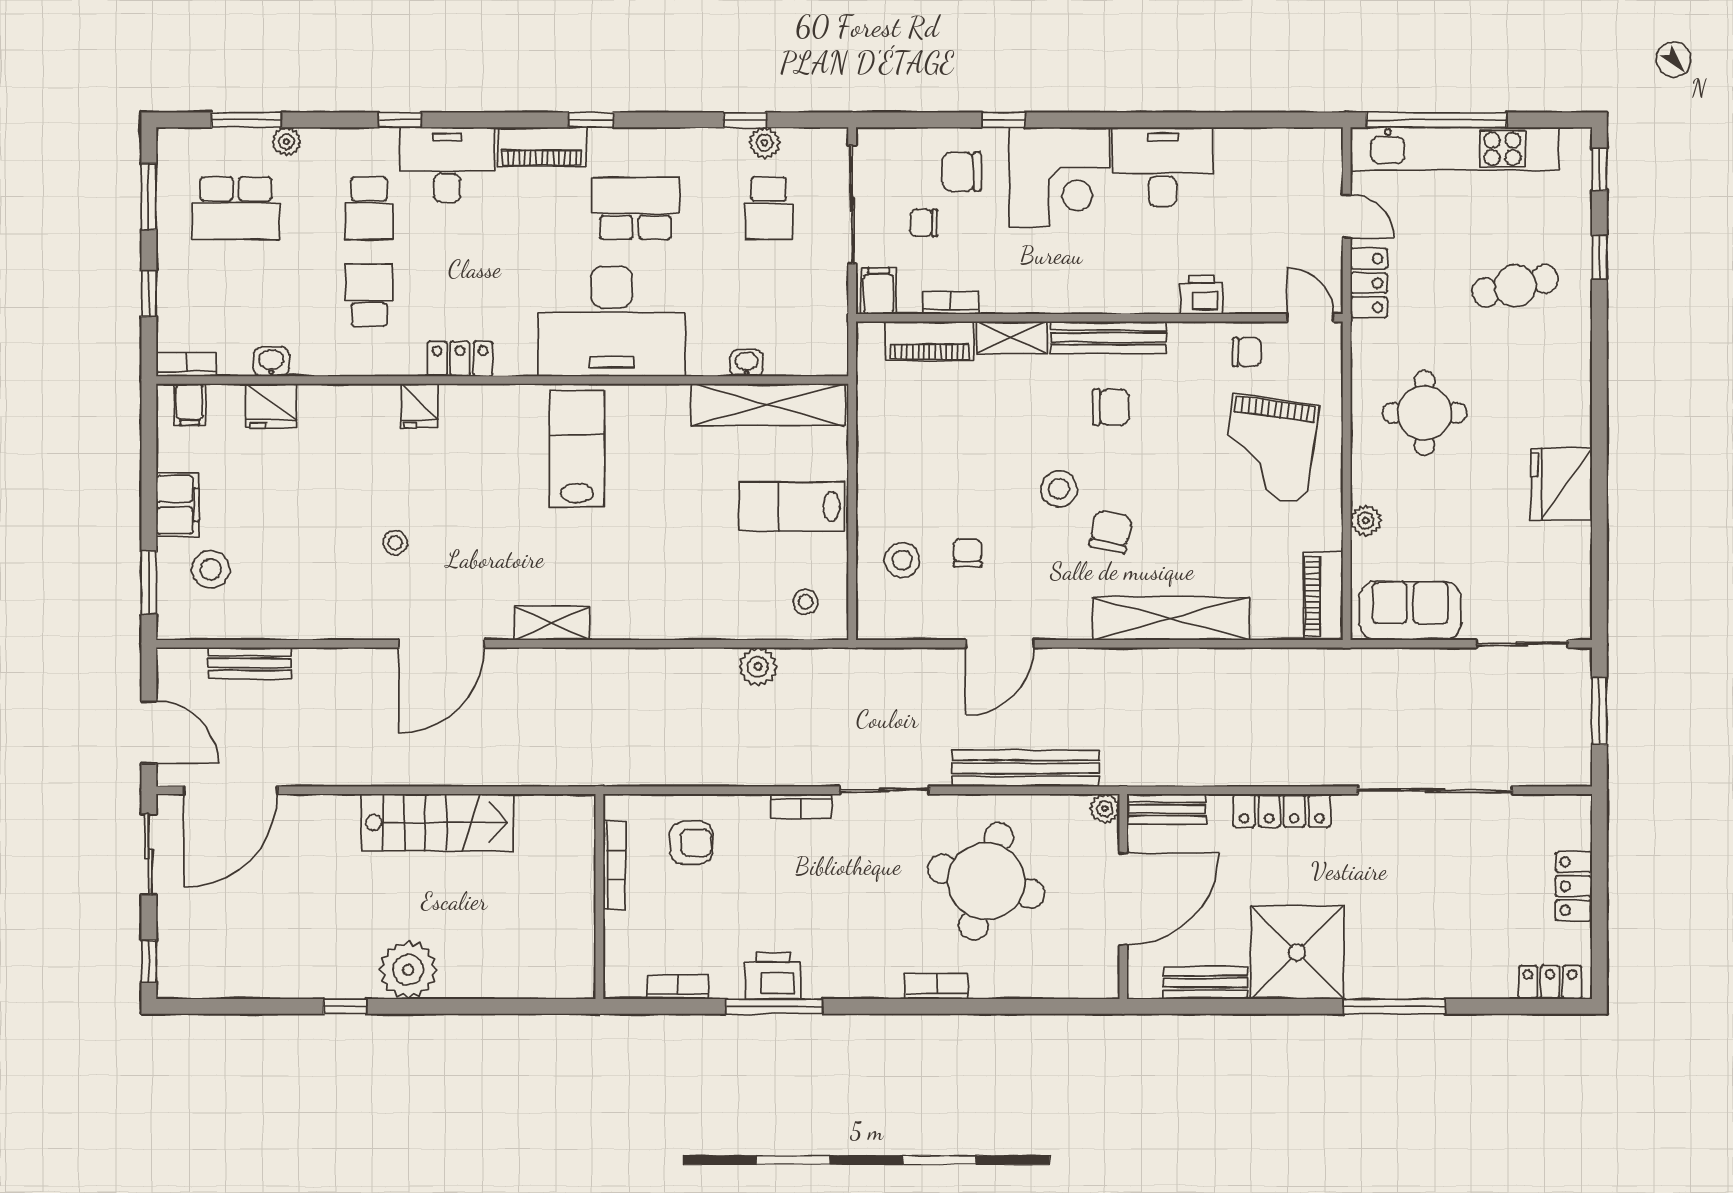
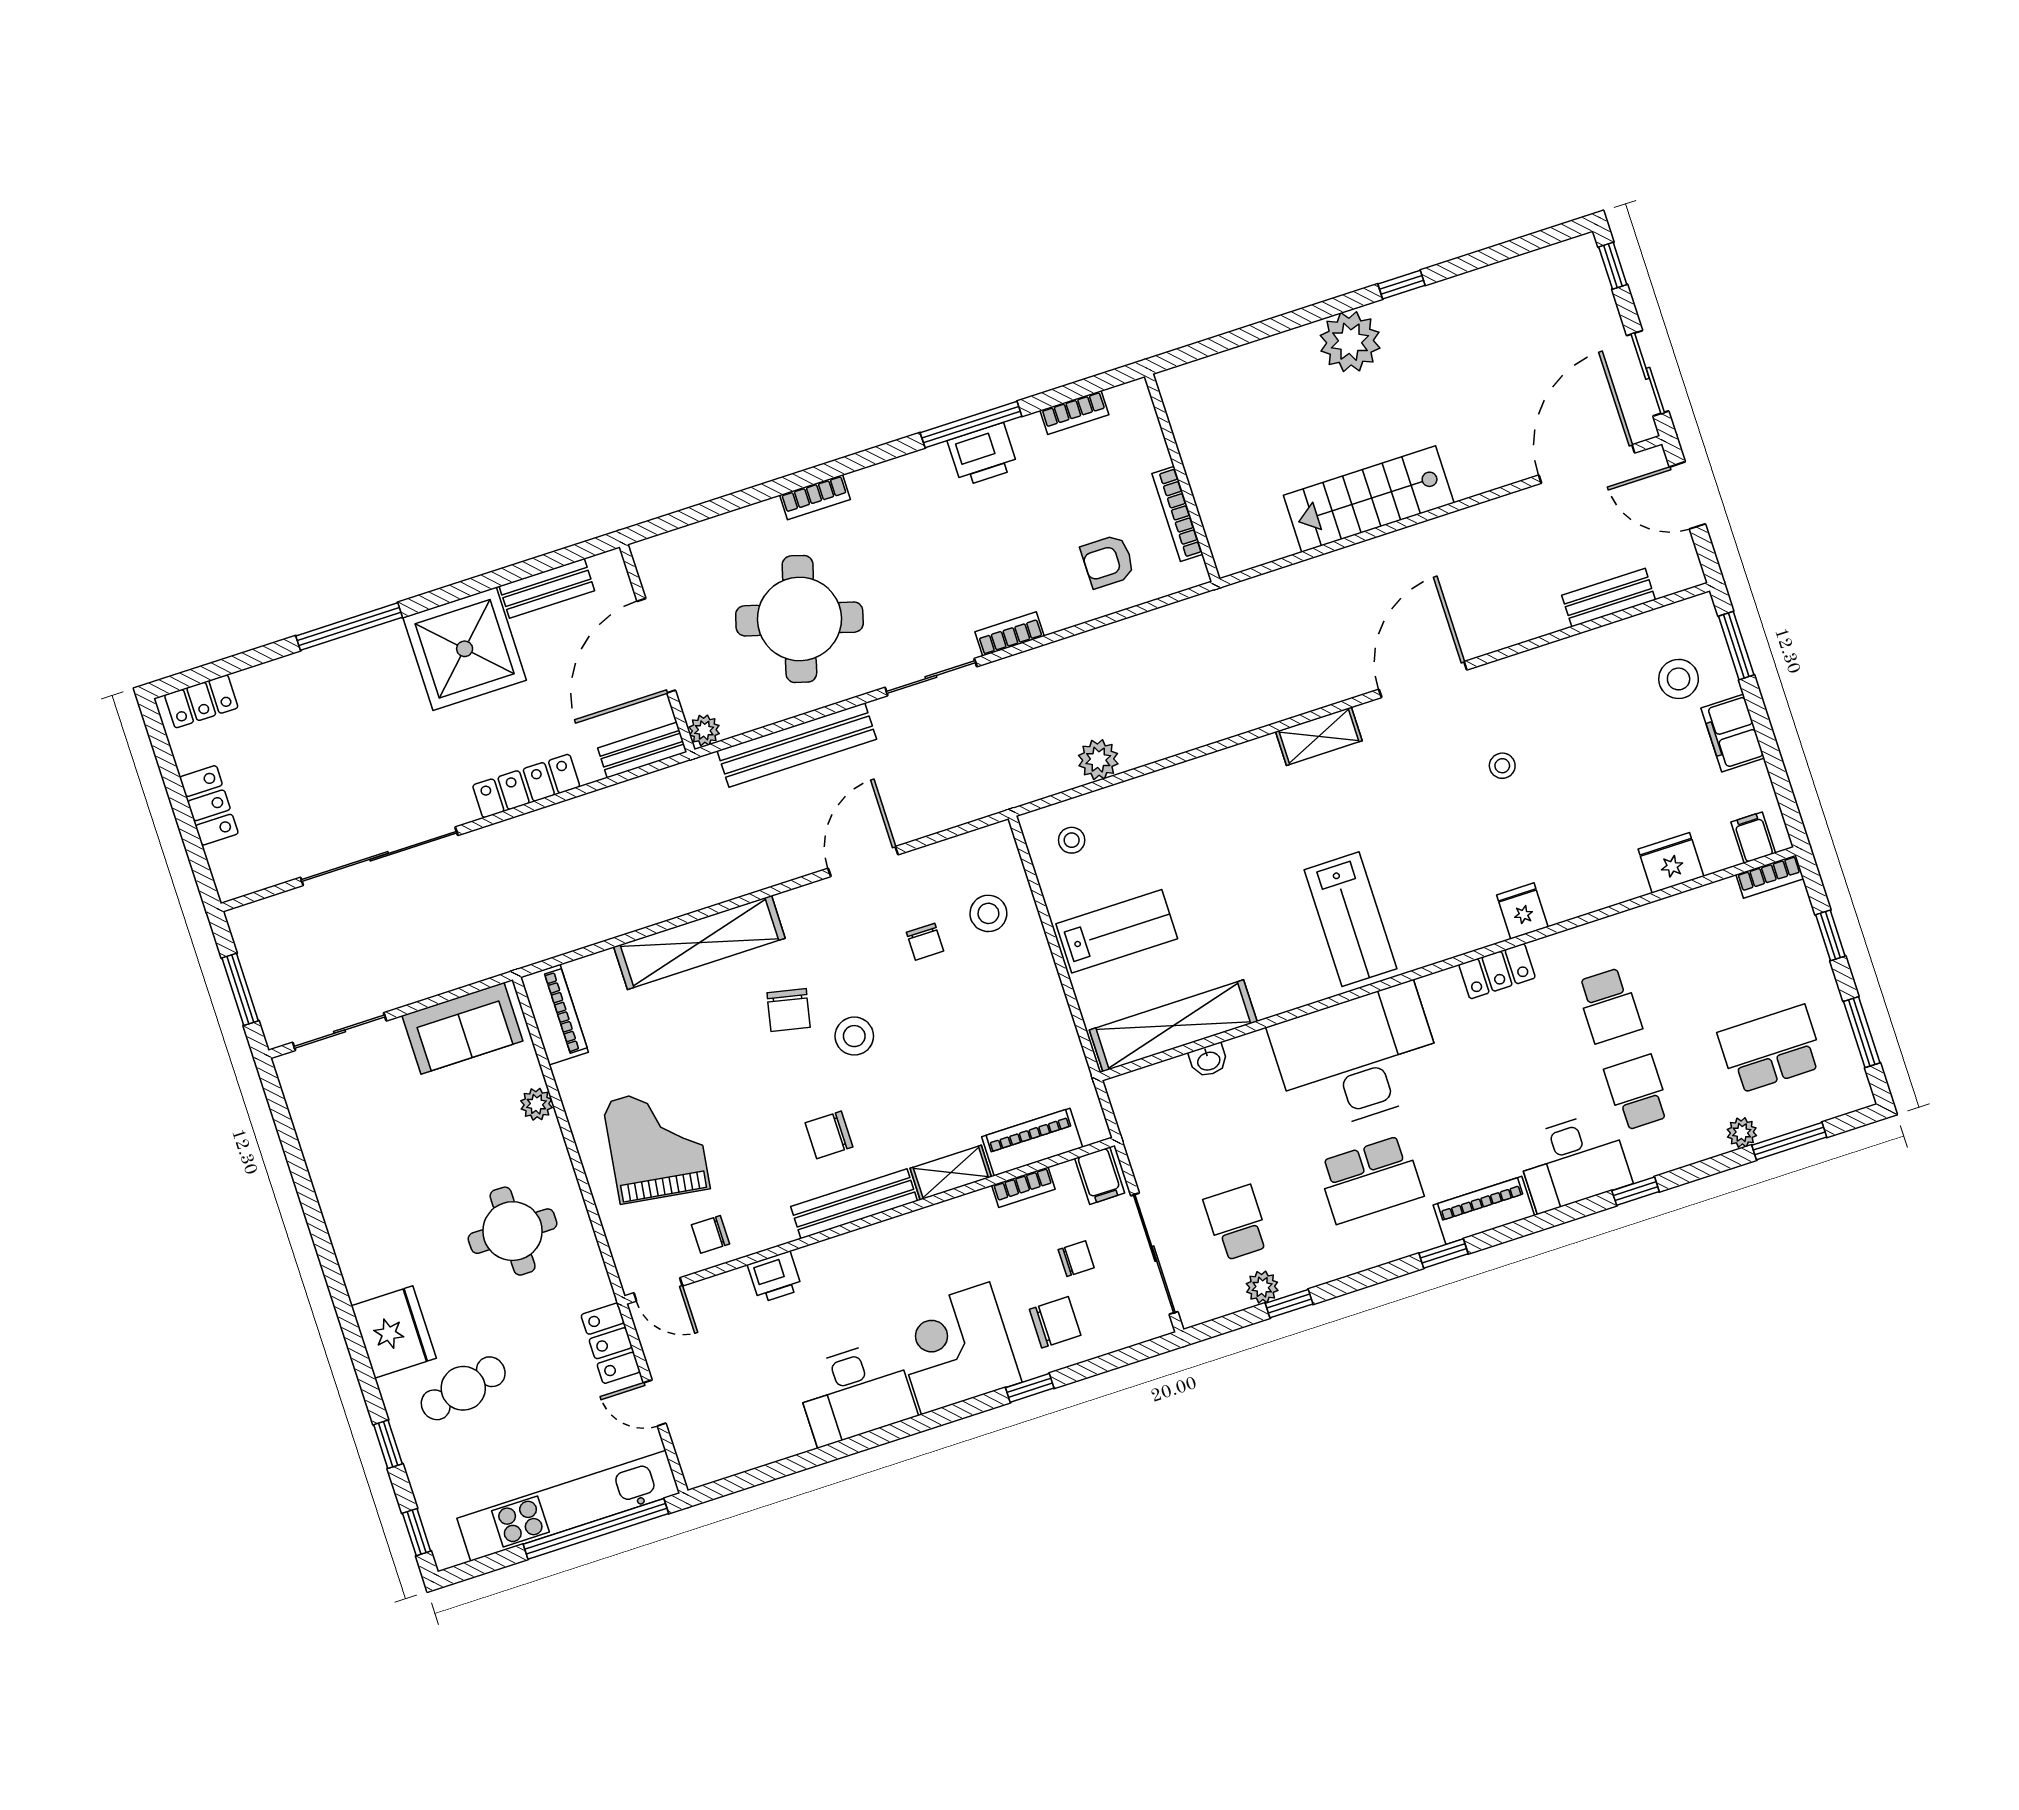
washbasin: (271, 362) -> (1685, 907), removed
fridge: (1561, 484) -> (394, 1332), moved

